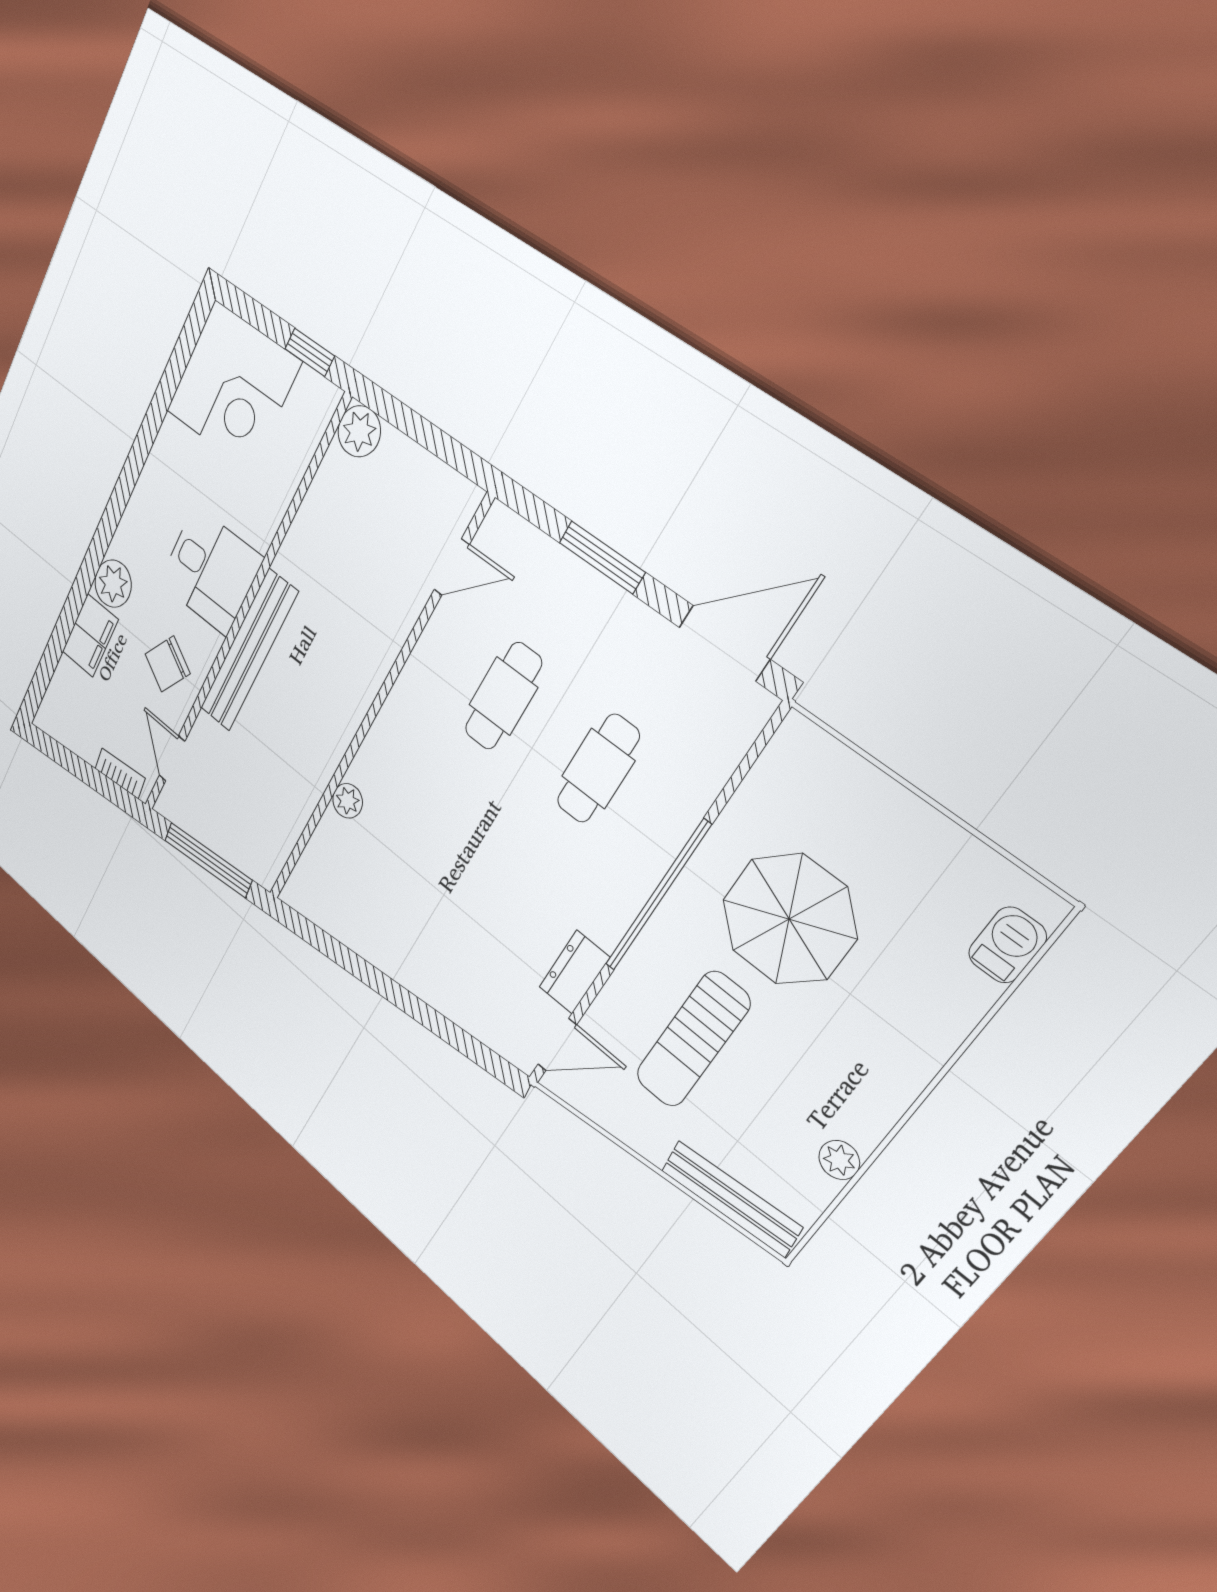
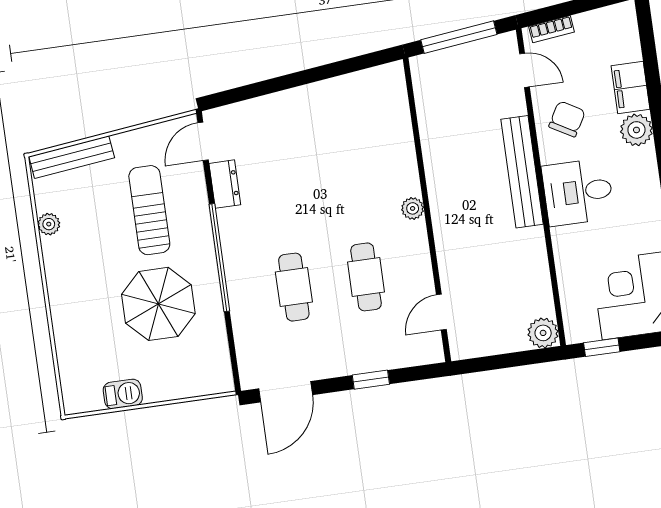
window: (602, 557) -> (371, 380), width x0.67
plant: (348, 801) -> (413, 208), moved
barbecue: (1007, 945) -> (123, 394), moved, turned -90

